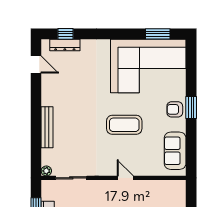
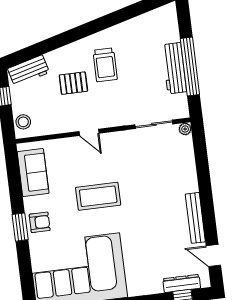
bench: (47, 127) -> (195, 218), moved
stool: (178, 193) -> (23, 122), added

